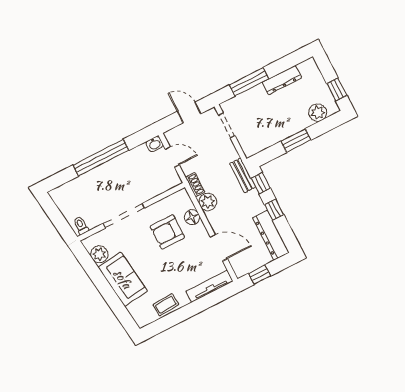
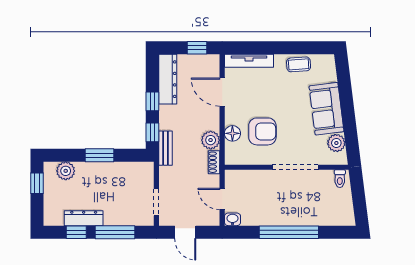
window: (282, 65) -> (76, 232), added

